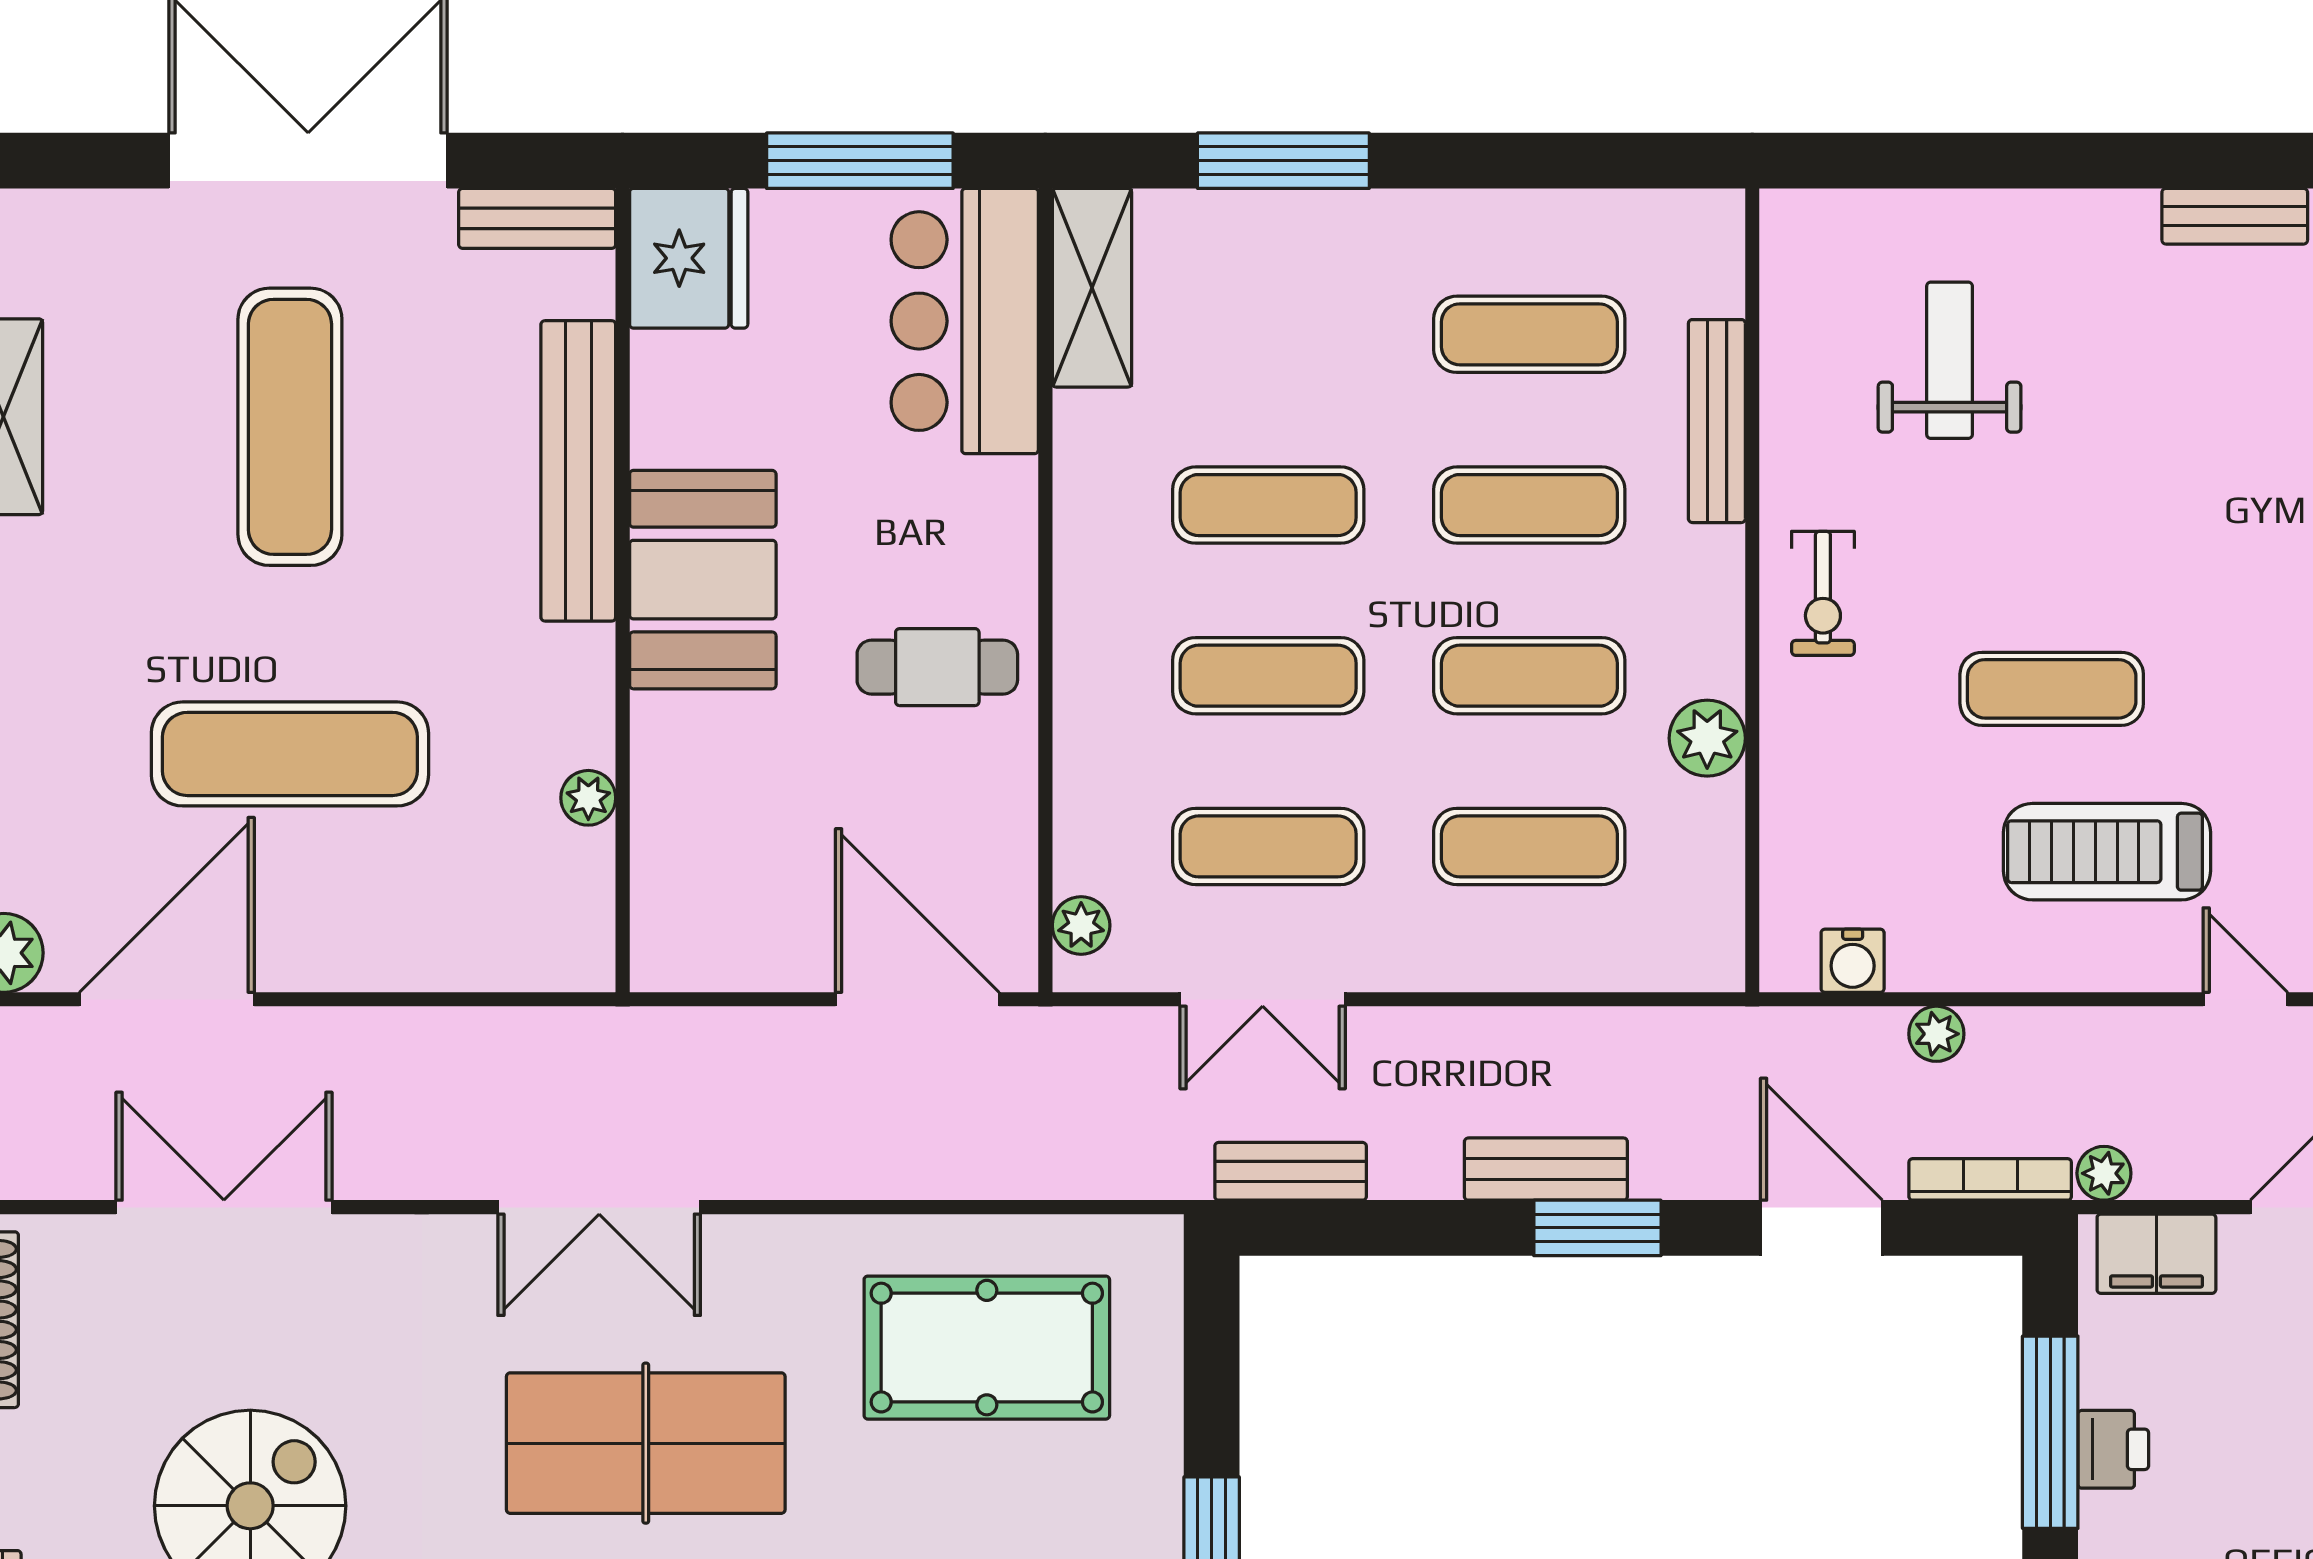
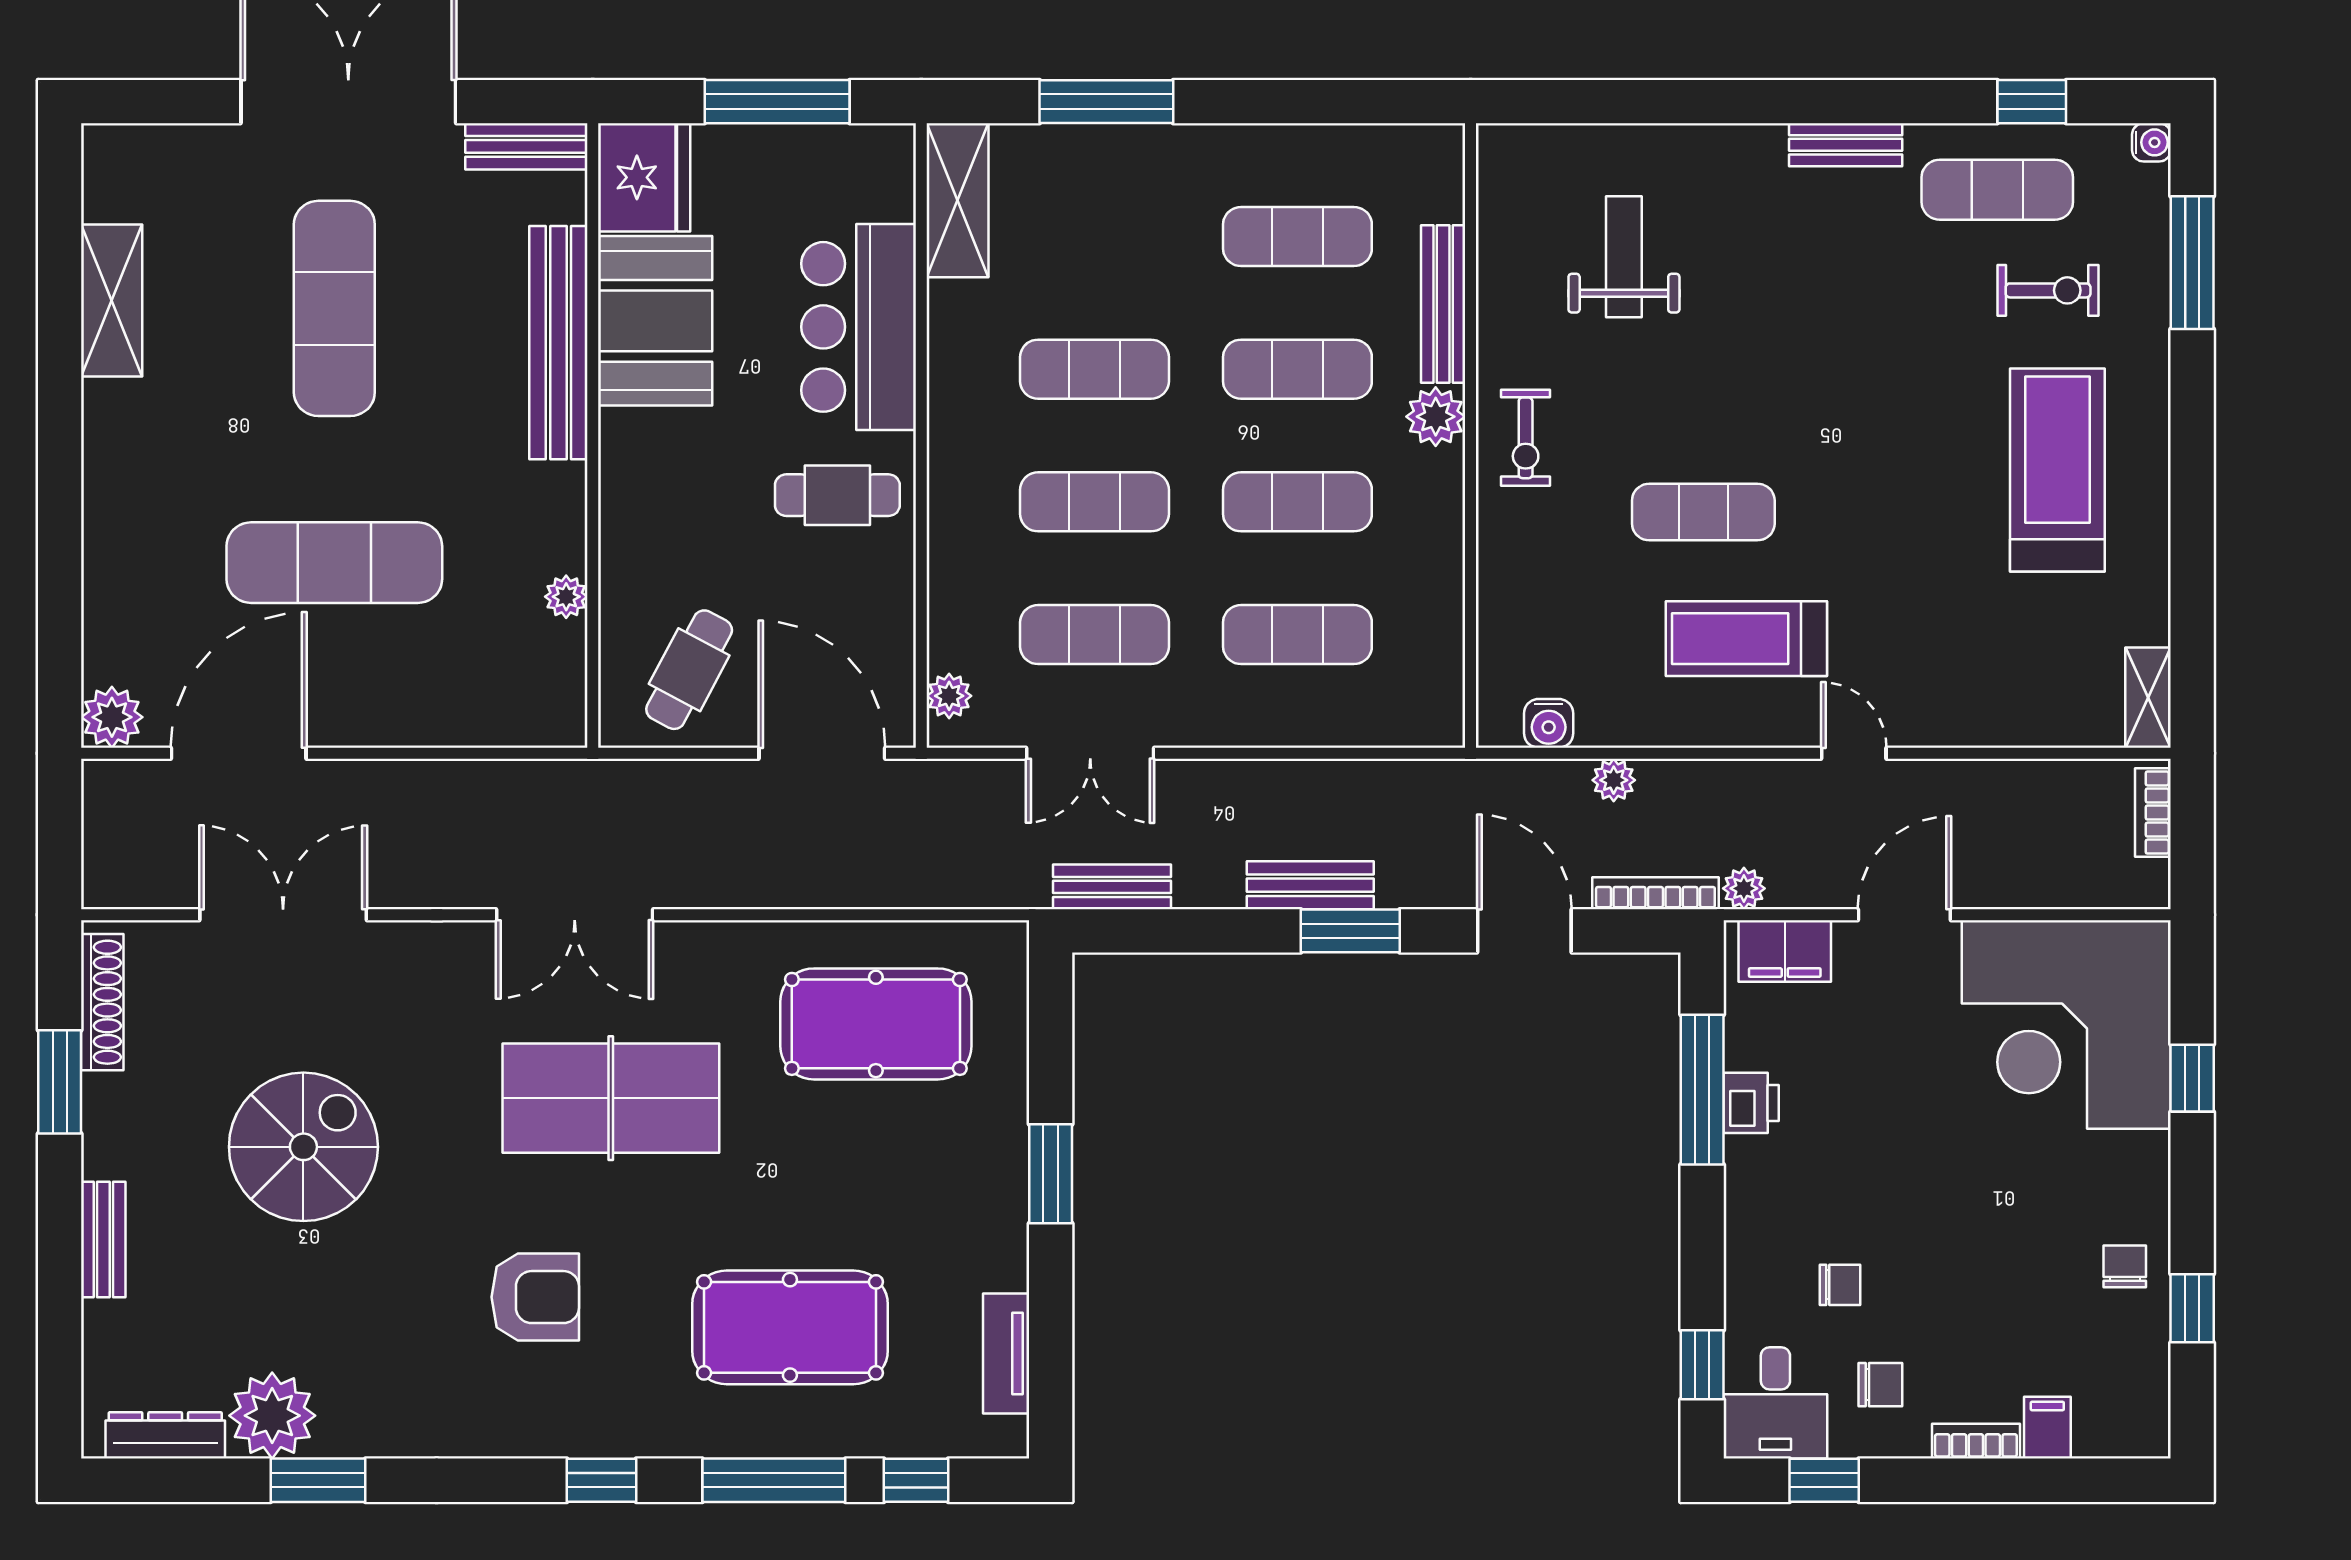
bar counter: (965, 321) -> (859, 327), moved
booth: (703, 580) -> (655, 321), moved
plant: (1707, 738) -> (1436, 417), moved
cafe table: (747, 892) -> (689, 670), added

